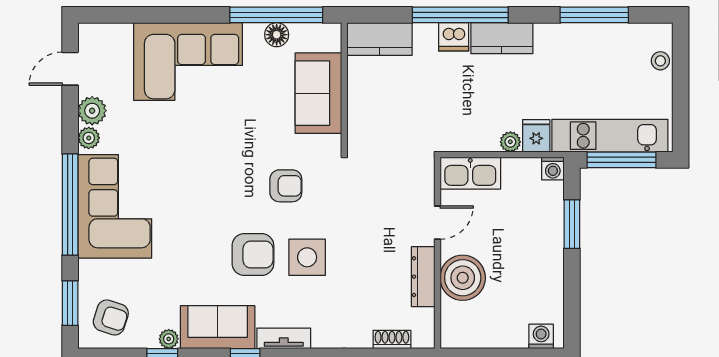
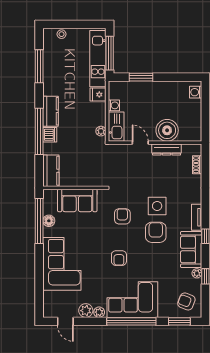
plant: (510, 142) -> (101, 131), moved
washing machine: (553, 169) -> (114, 105), moved
armchair: (200, 179) -> (119, 258), added
armchair: (111, 317) -> (186, 301), turned -87

